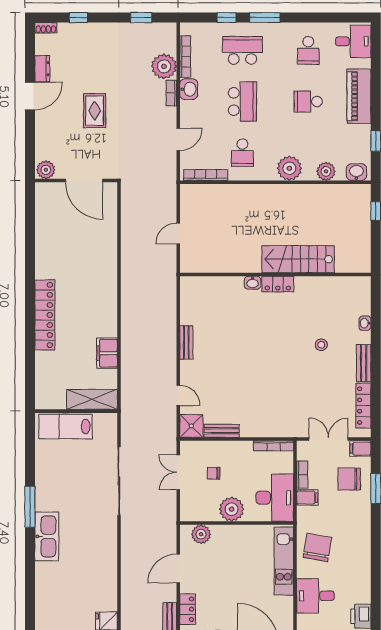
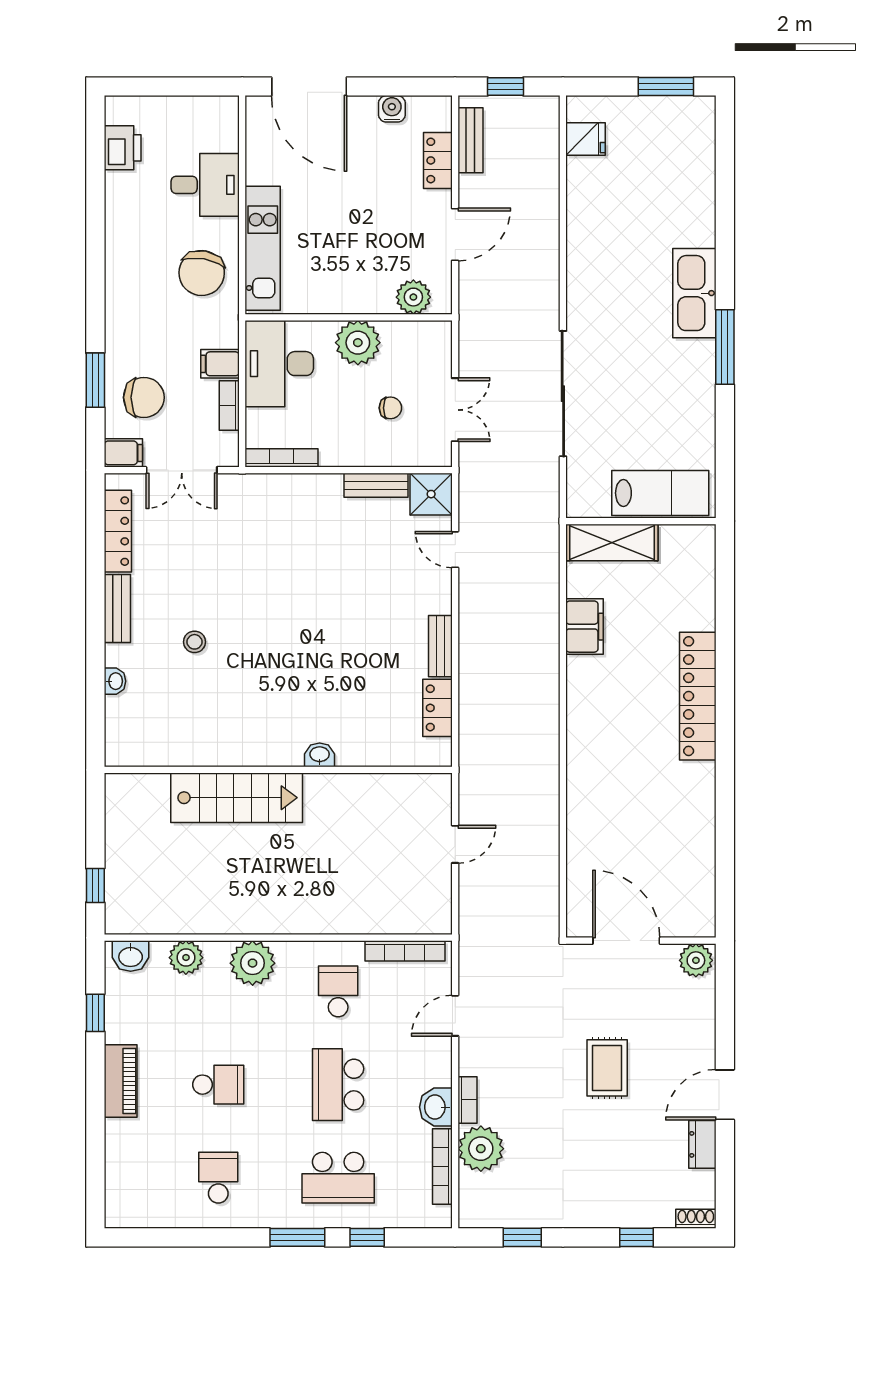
desk: (353, 41) -> (136, 1194), removed
piano: (359, 96) -> (121, 1081), width x0.73, depth x0.75
locker: (278, 284) -> (438, 708), moved, turned -90

